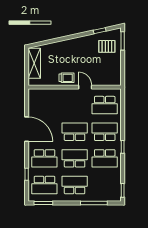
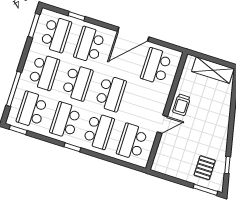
school desk: (44, 105) -> (156, 66), added
school desk: (44, 185) -> (56, 34), turned 180
school desk: (105, 185) -> (32, 110), added

